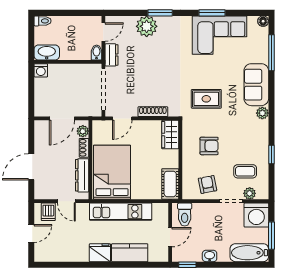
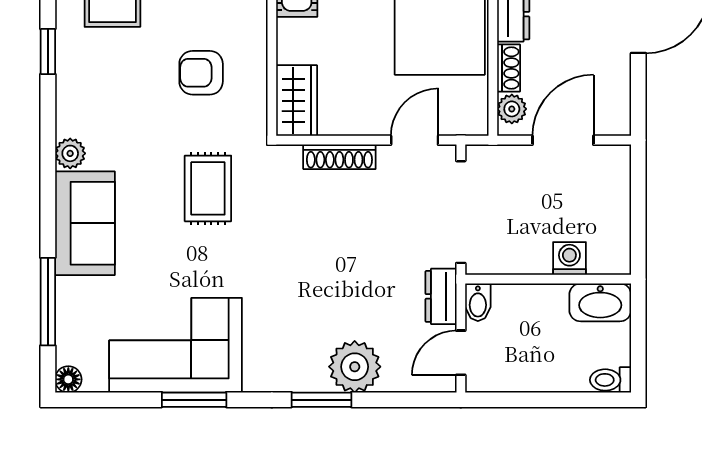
washing machine: (41, 70) -> (569, 259), moved
rug: (206, 99) -> (208, 188), turned 90

